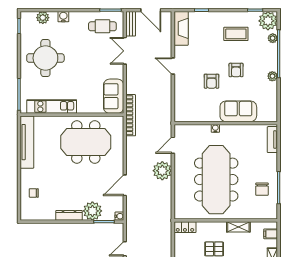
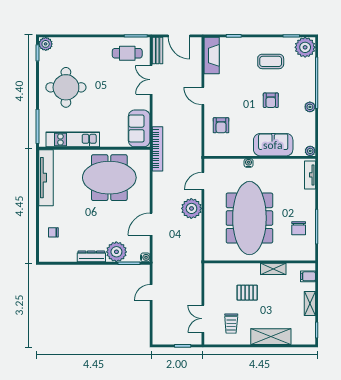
water cooler: (63, 17) -> (85, 43), removed
plant: (43, 18) -> (46, 44), moved
plant: (273, 38) -> (310, 151), moved
armchair: (211, 81) -> (221, 125), moved
locker: (185, 227) -> (216, 269), removed

